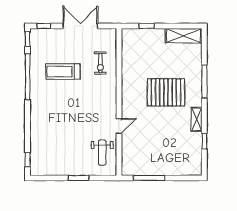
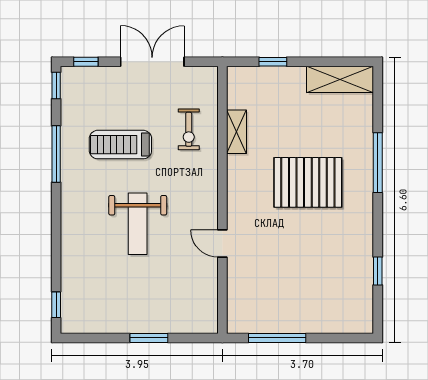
window: (28, 77) -> (56, 154), width x0.68
shelving: (197, 119) -> (236, 132), moved
door: (119, 126) -> (222, 244), swing flipped
weight bench: (102, 153) -> (138, 224), moved, width x1.36, depth x1.33

